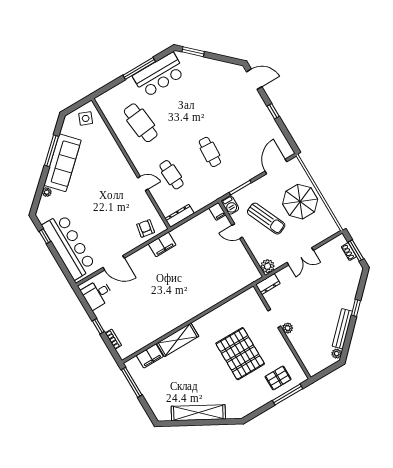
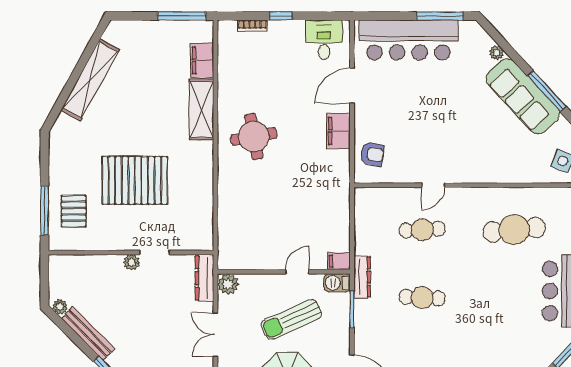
dresser: (180, 216) -> (362, 277), moved
window: (45, 236) -> (440, 16), width x2.17
filing cabinet: (162, 244) -> (338, 131), moved
dresser: (268, 284) -> (204, 278), width x1.44
round table: (175, 301) -> (254, 136), added

